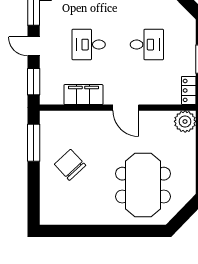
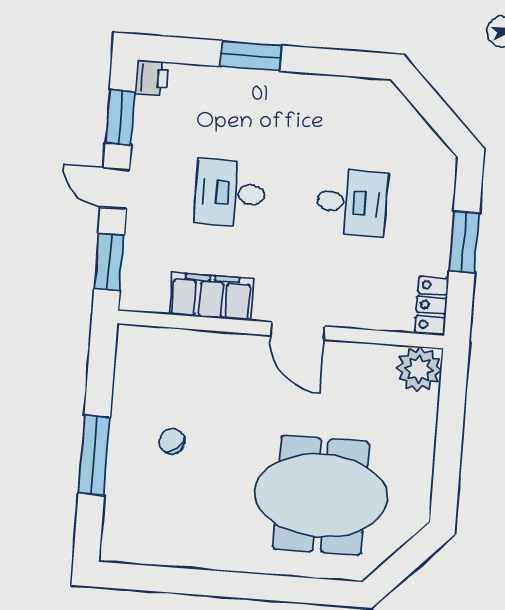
window: (34, 143) -> (94, 455), moved
chair: (70, 165) -> (172, 441), width x0.54, depth x0.54
meeting table: (143, 185) -> (321, 495), turned 90

